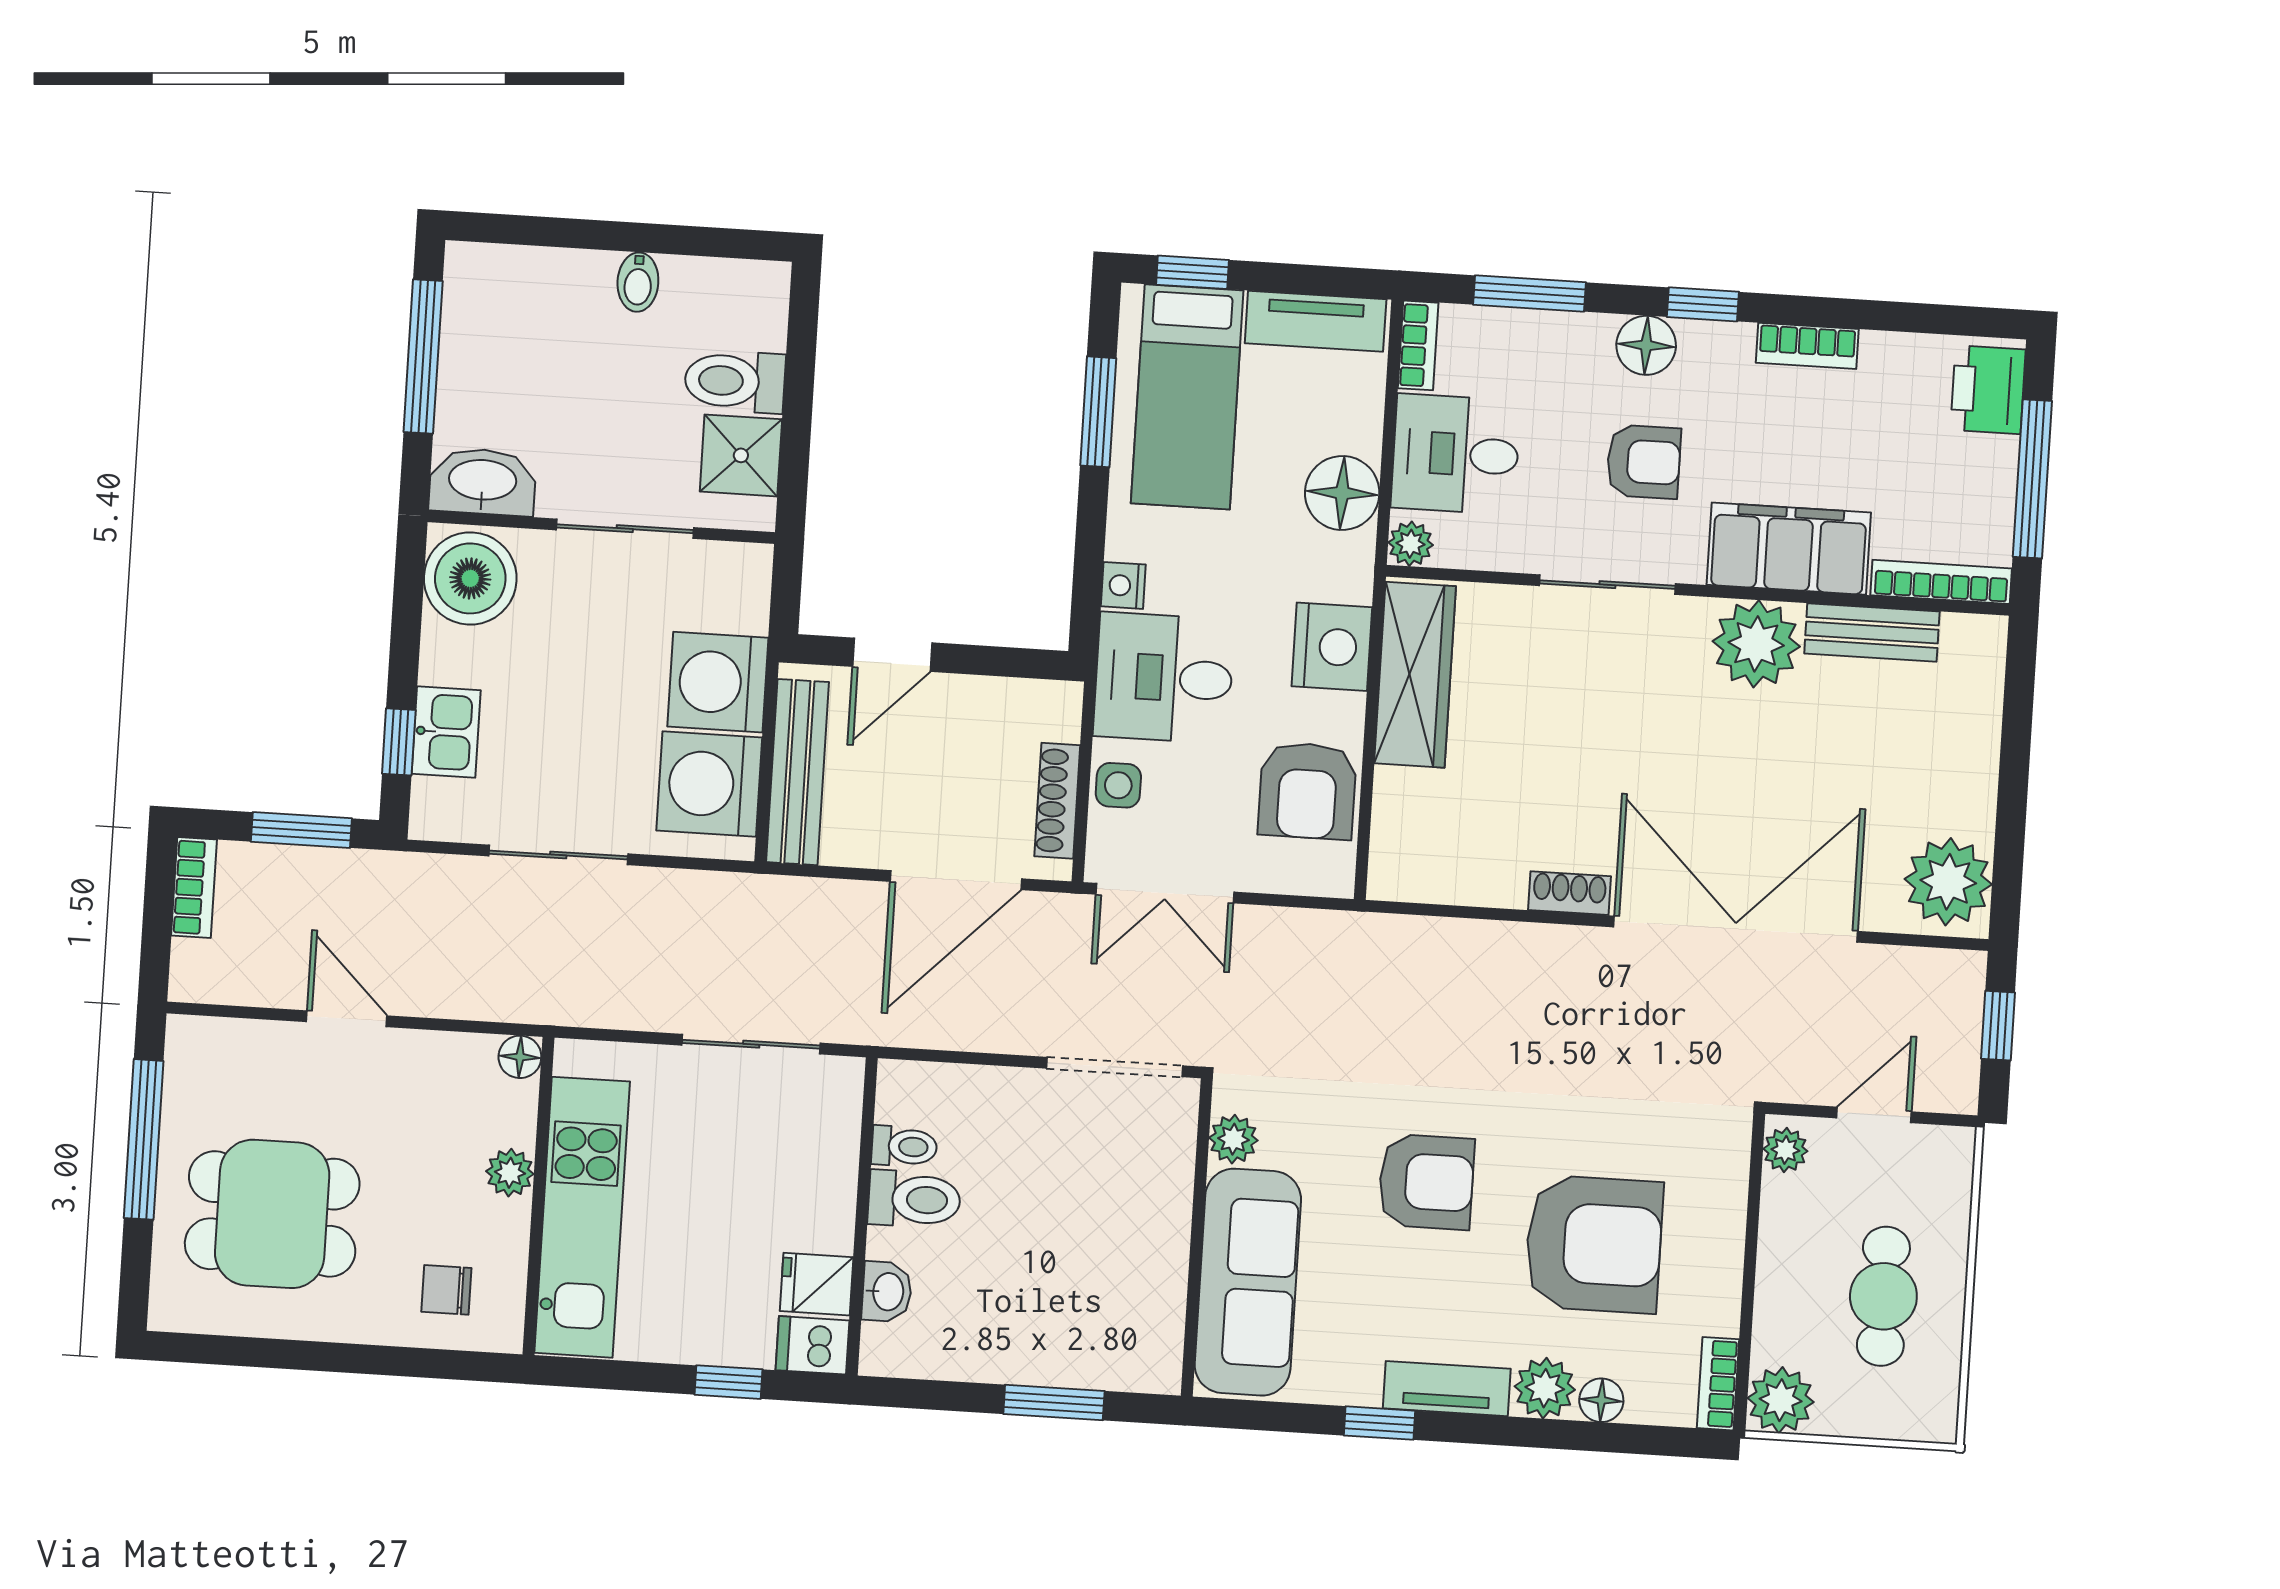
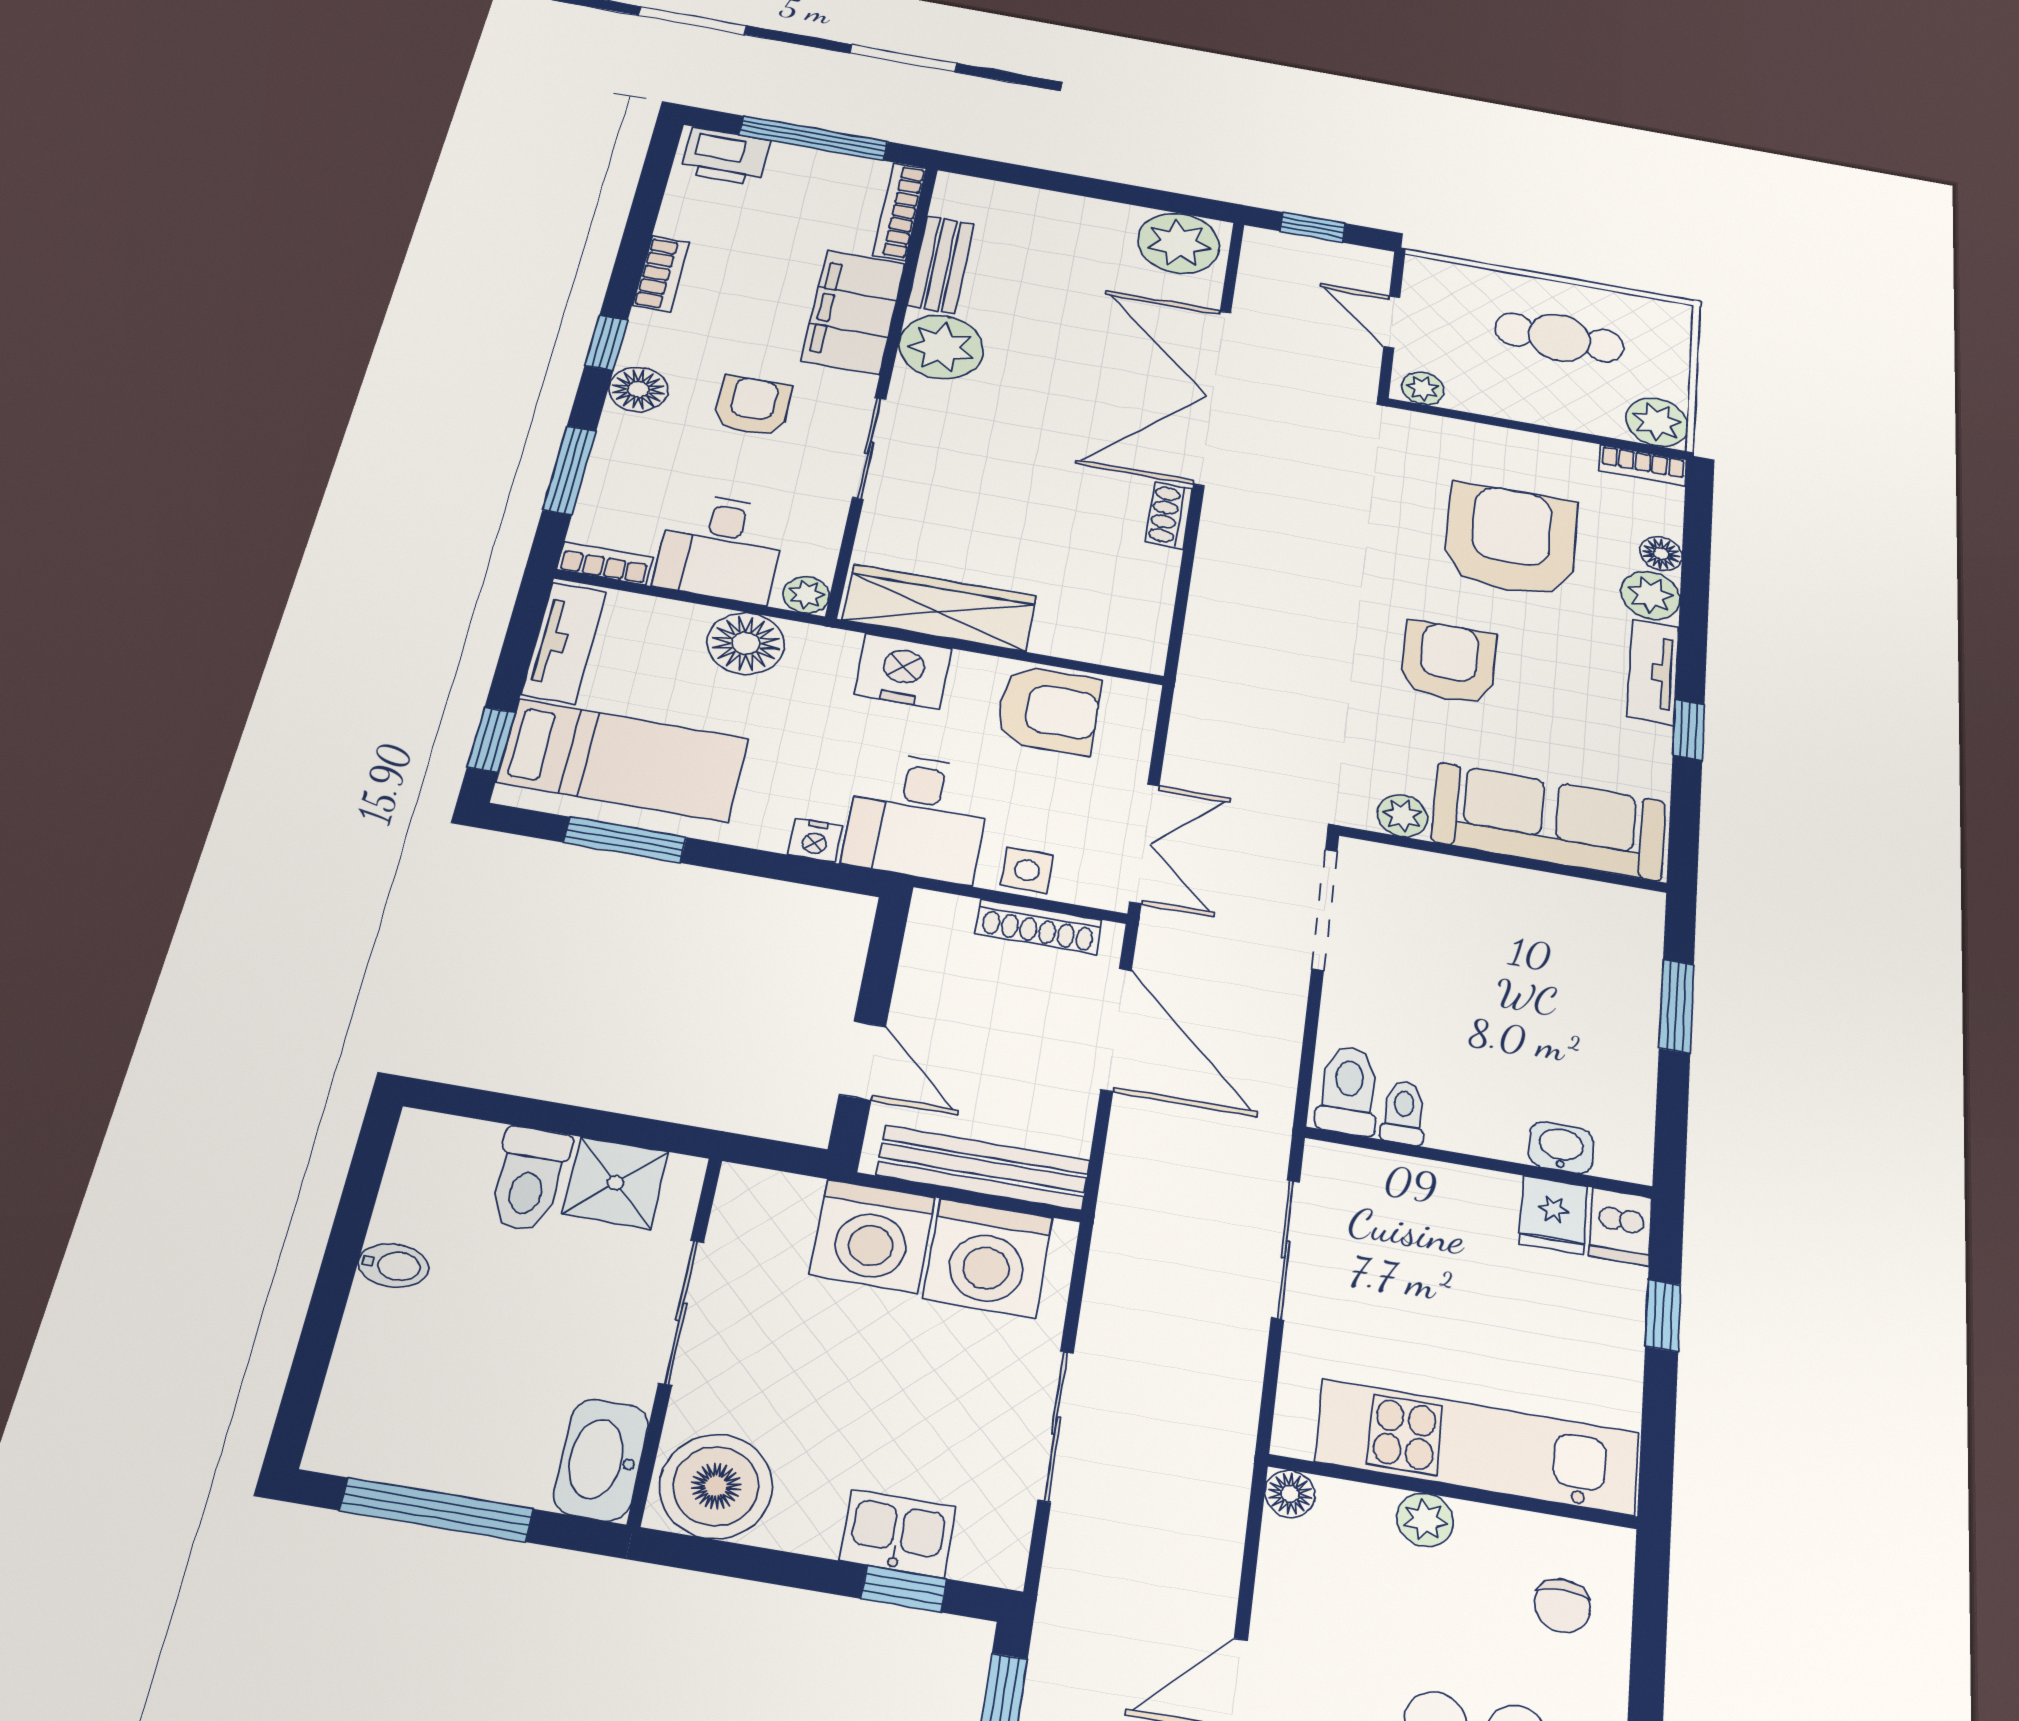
toilet: (914, 1199) -> (1348, 1090), moved

